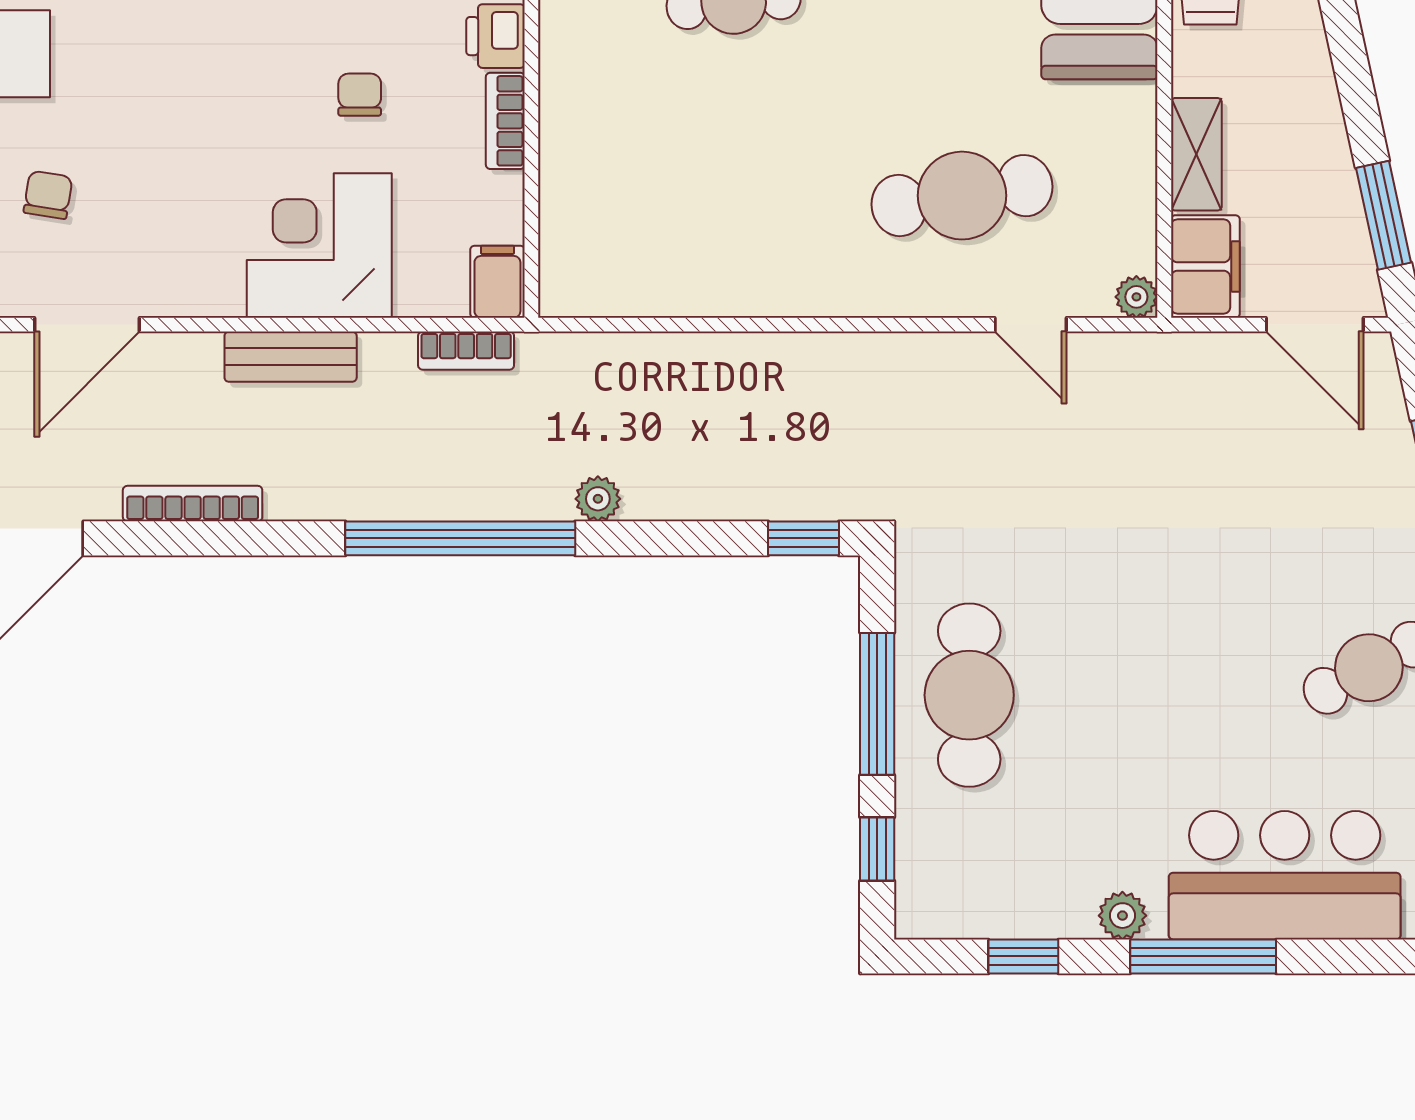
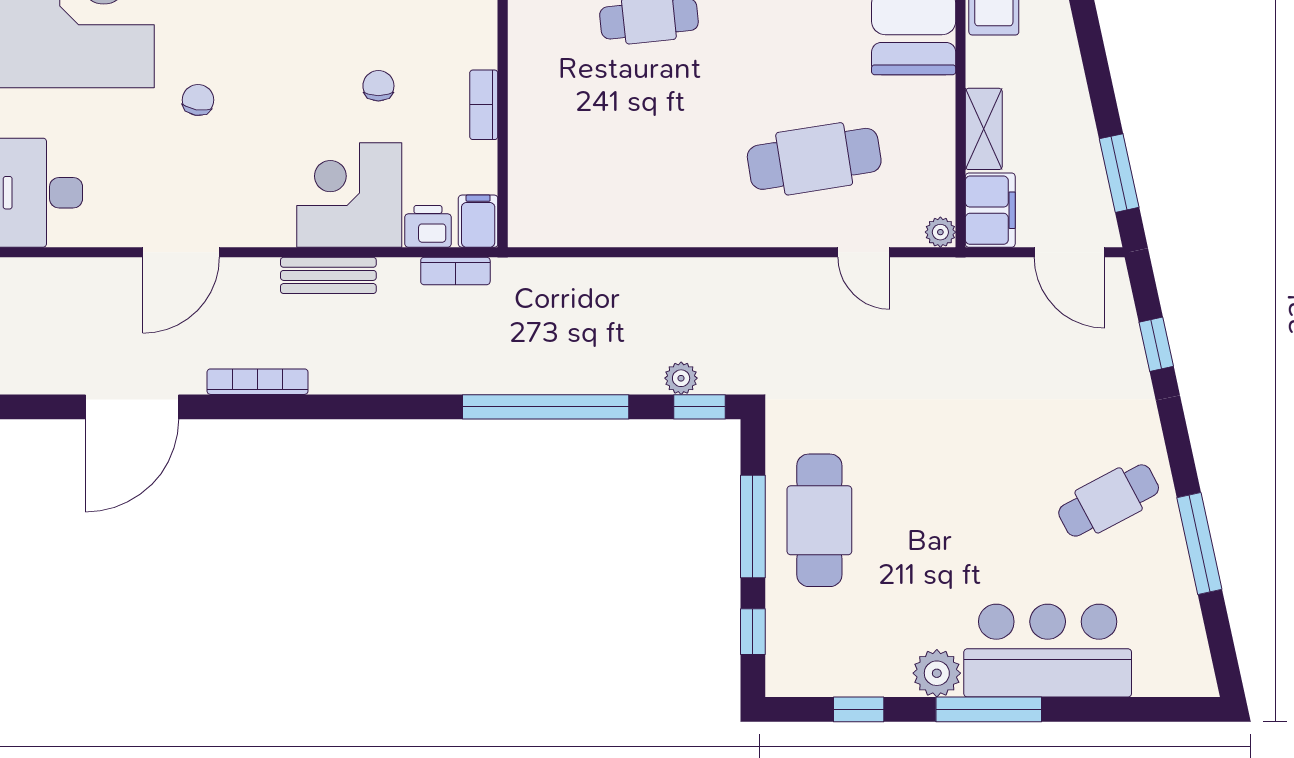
printer: (496, 36) -> (428, 226), moved, turned 90
chair: (48, 195) -> (198, 100), moved
plant: (598, 499) -> (681, 378), moved
window: (460, 538) -> (546, 407), moved
plant: (1122, 916) -> (937, 673), width x1.38, depth x1.38

